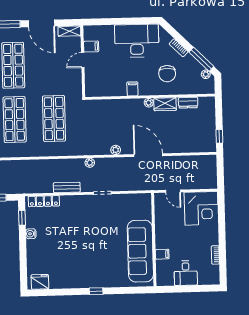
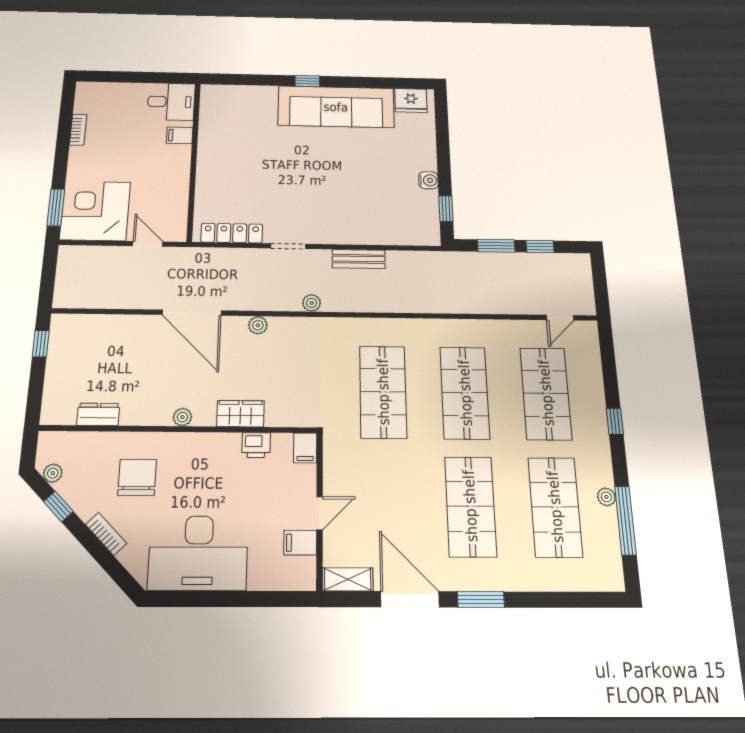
window: (201, 59) -> (58, 506), width x0.46
filing cabinet: (132, 89) -> (305, 448), moved
printer: (113, 91) -> (256, 445), added
wardrobe: (165, 104) -> (240, 414), moved
locker: (44, 201) -> (232, 233), moved
window: (221, 209) -> (56, 207), added
sofa: (140, 251) -> (336, 107), moved, turned 90
desk: (186, 273) -> (171, 102), moved, turned 90

